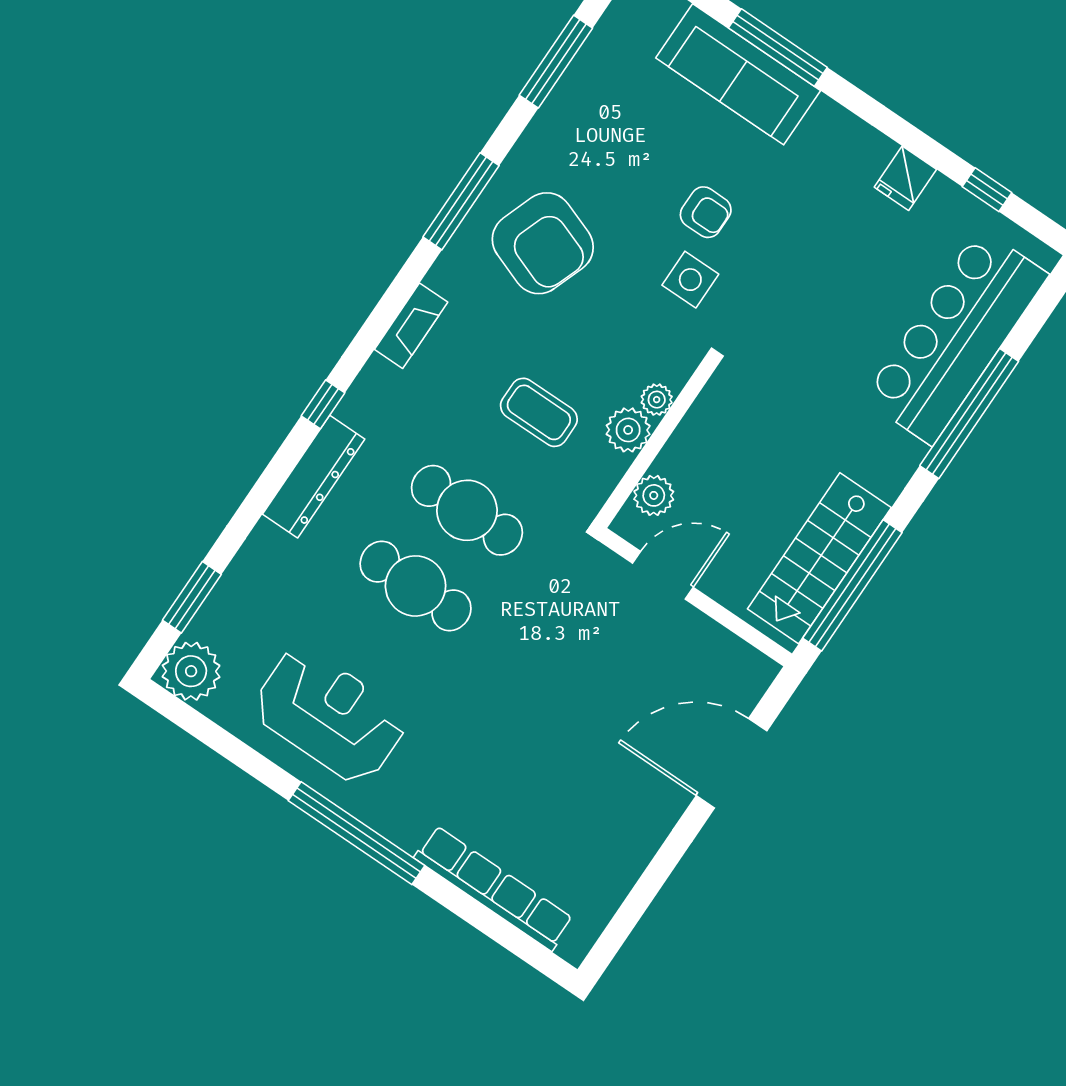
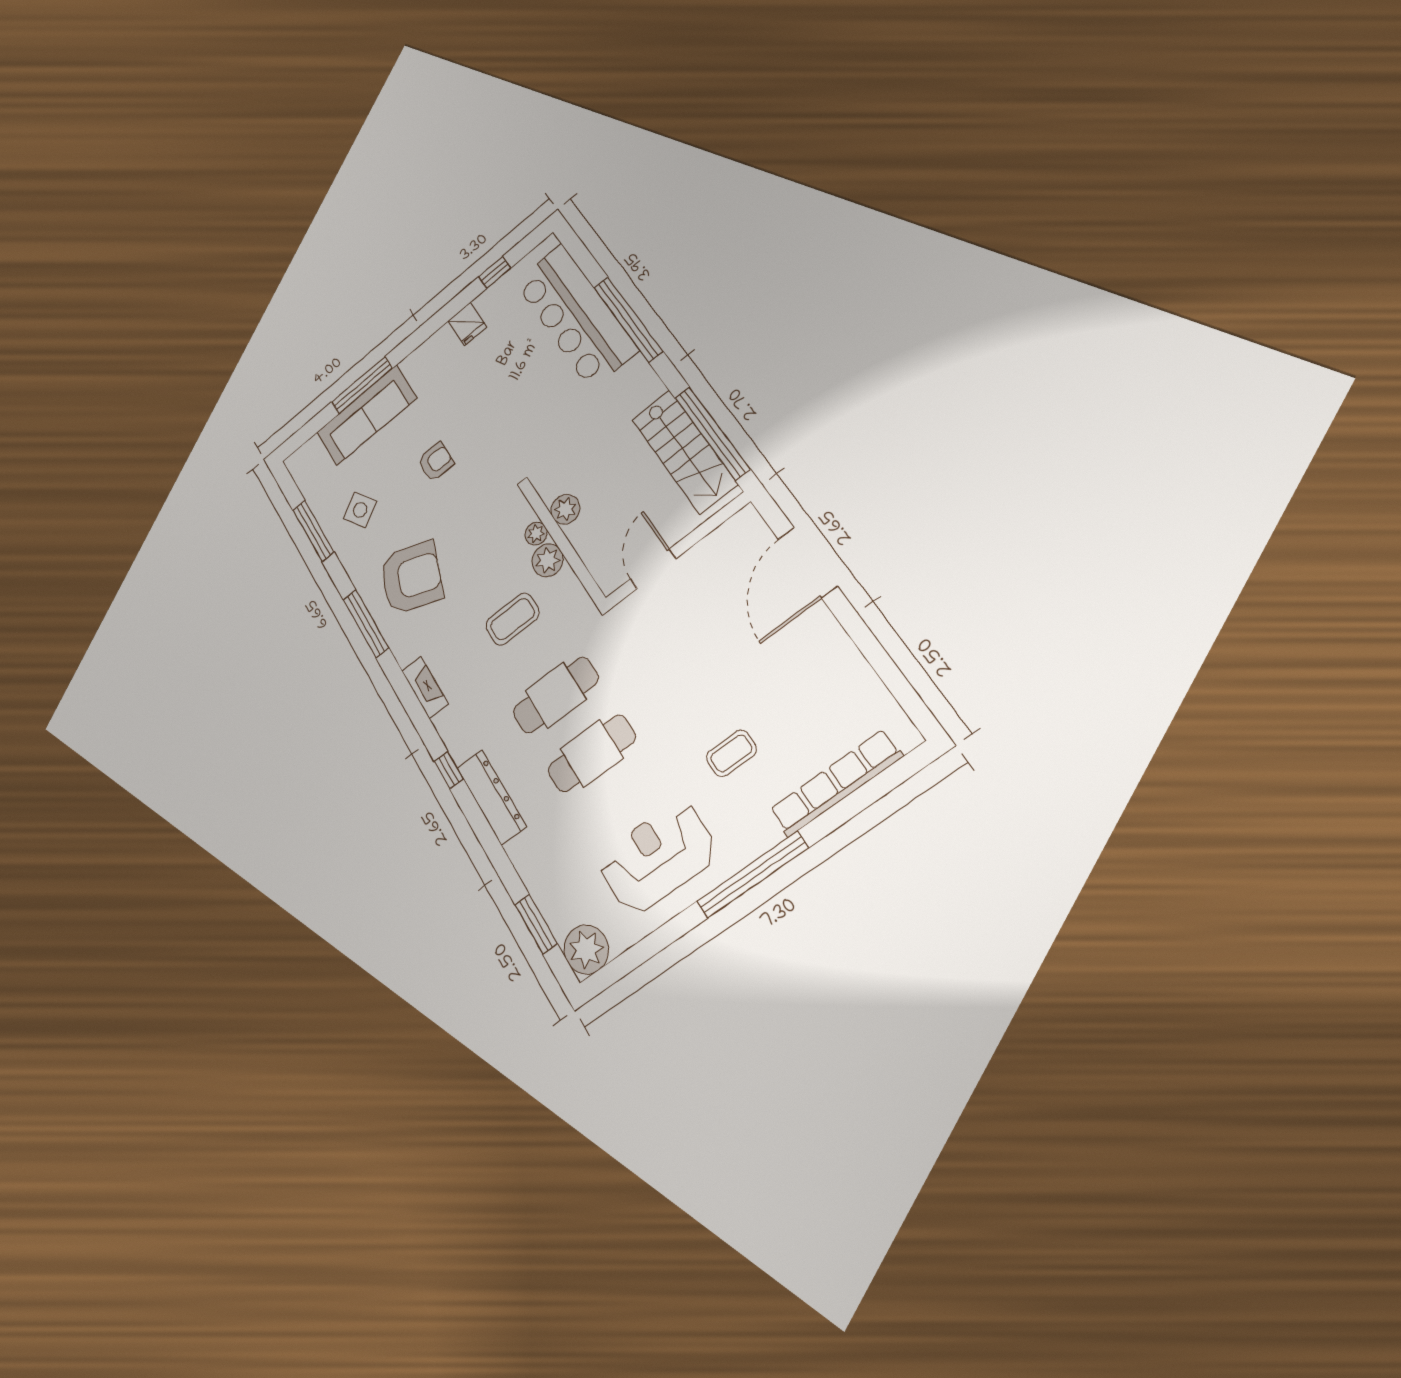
side table: (690, 280) -> (360, 510), moved, turned -32
plant: (654, 495) -> (565, 509), moved
coffee table: (481, 757) -> (731, 753), added

